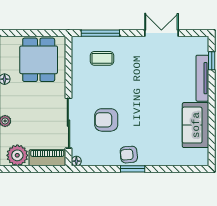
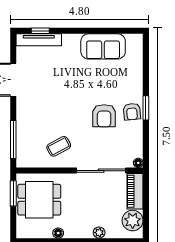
window: (45, 33) -> (13, 193), added
coffee table: (102, 58) -> (59, 146), moved, turned 62
tv unit: (202, 78) -> (39, 40), moved
armchair: (106, 120) -> (104, 116), moved

